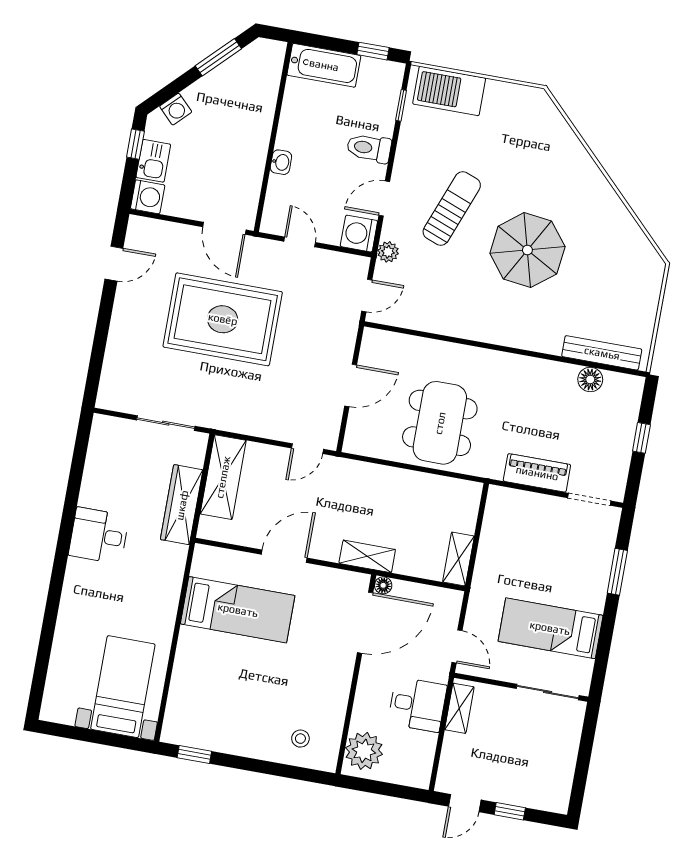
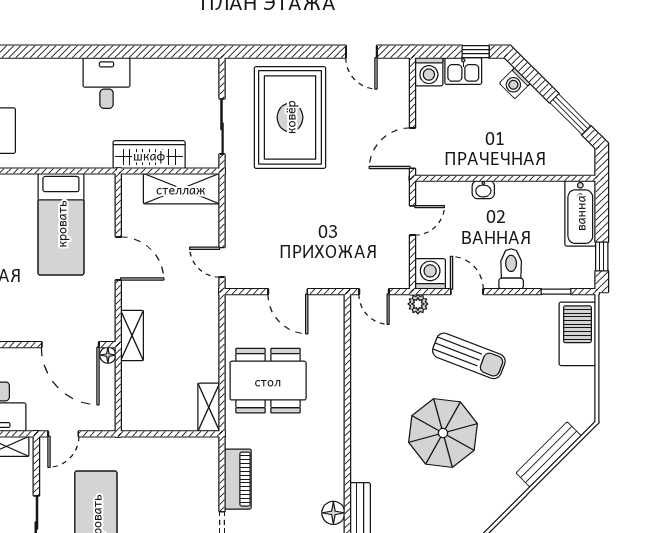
bench: (570, 144) -> (549, 454), added
rug: (223, 319) -> (290, 117), moved
shelving: (458, 559) -> (209, 407), moved, turned 90

